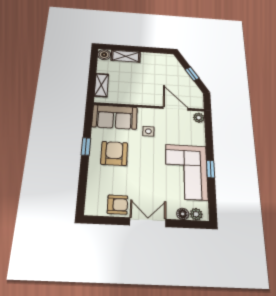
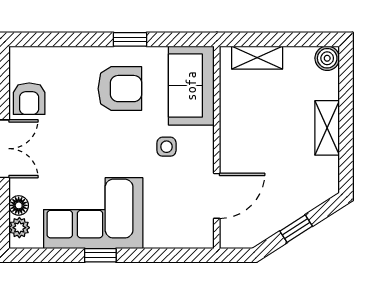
shelving: (126, 56) -> (327, 128), moved
plant: (199, 118) -> (200, 238), removed

